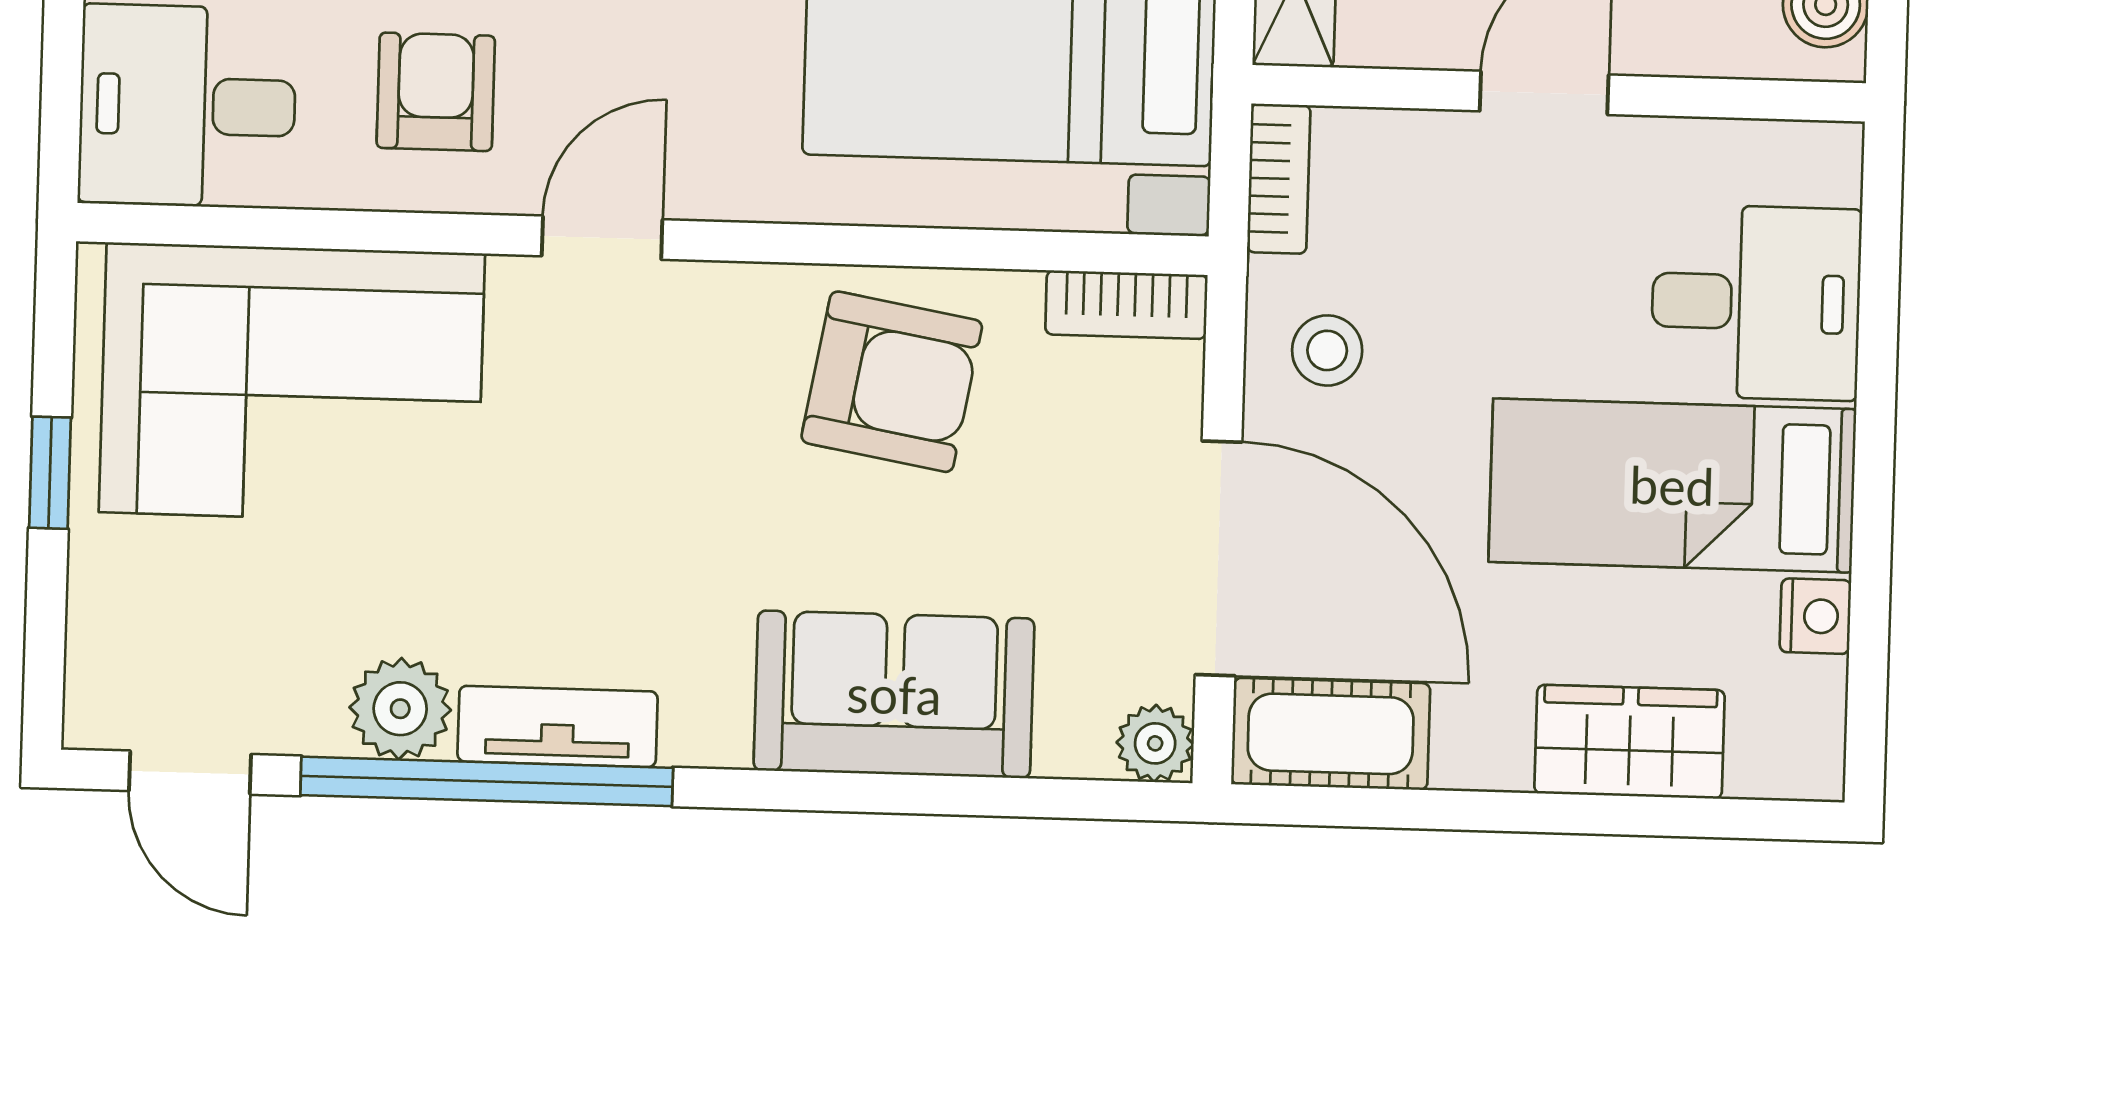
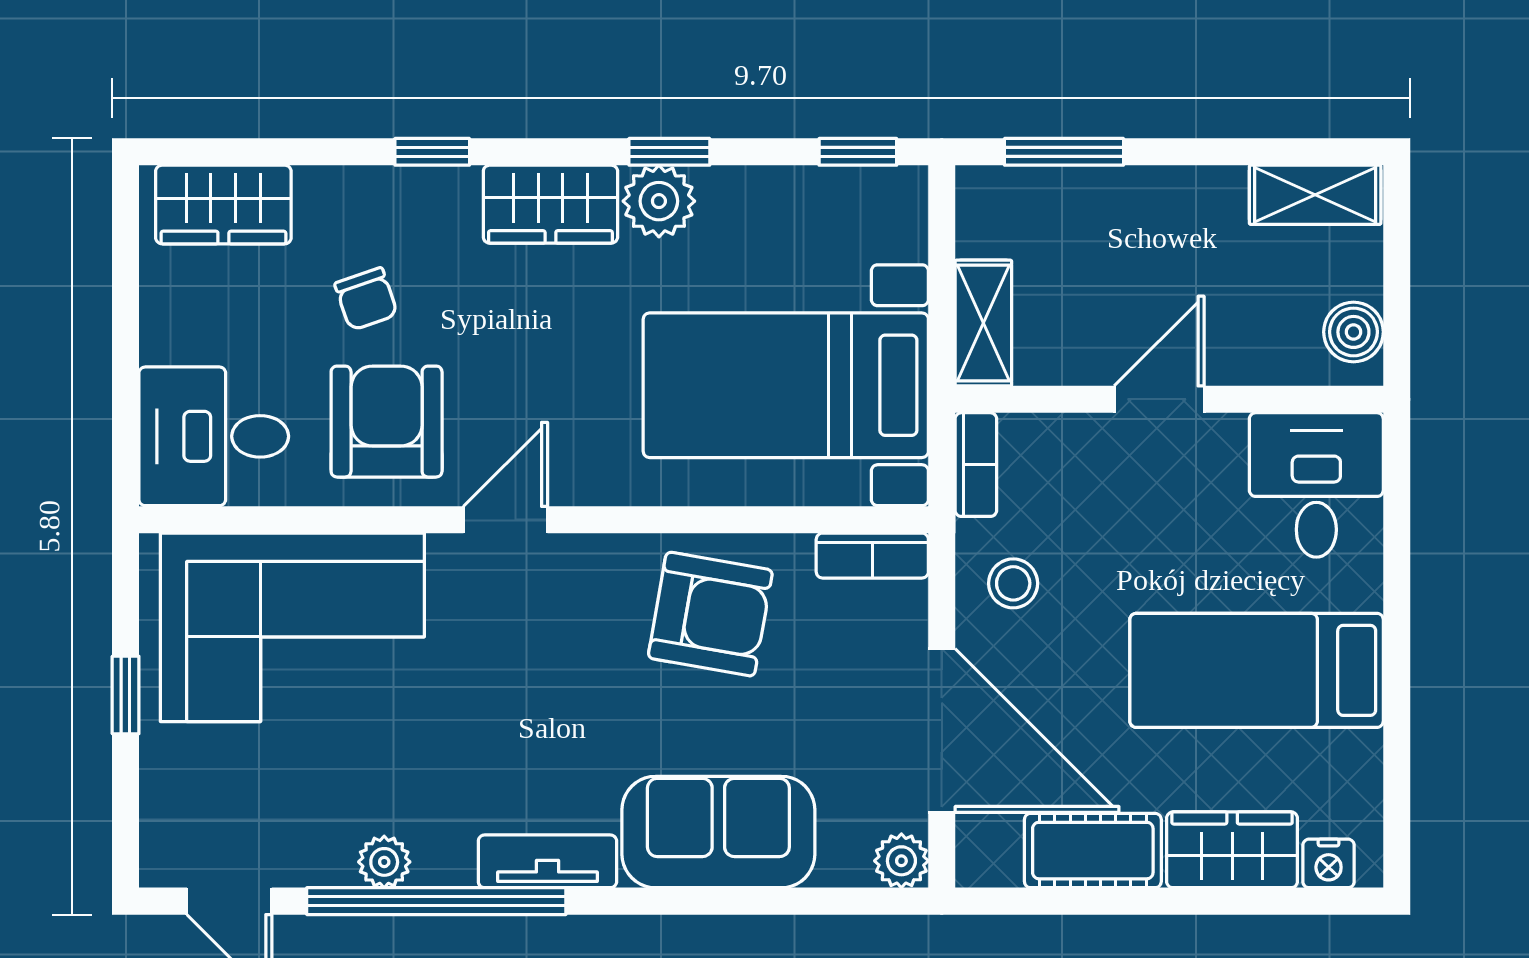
armchair: (436, 92) -> (387, 422), width x1.38, depth x1.38
desk: (1756, 302) -> (1316, 485), moved, turned -90
nightstand: (1815, 616) -> (1329, 863), moved, turned 90
plant: (400, 709) -> (384, 862), width x0.73, depth x0.73
tv unit: (558, 726) -> (547, 861), moved
cot: (1331, 734) -> (1093, 851), moved

